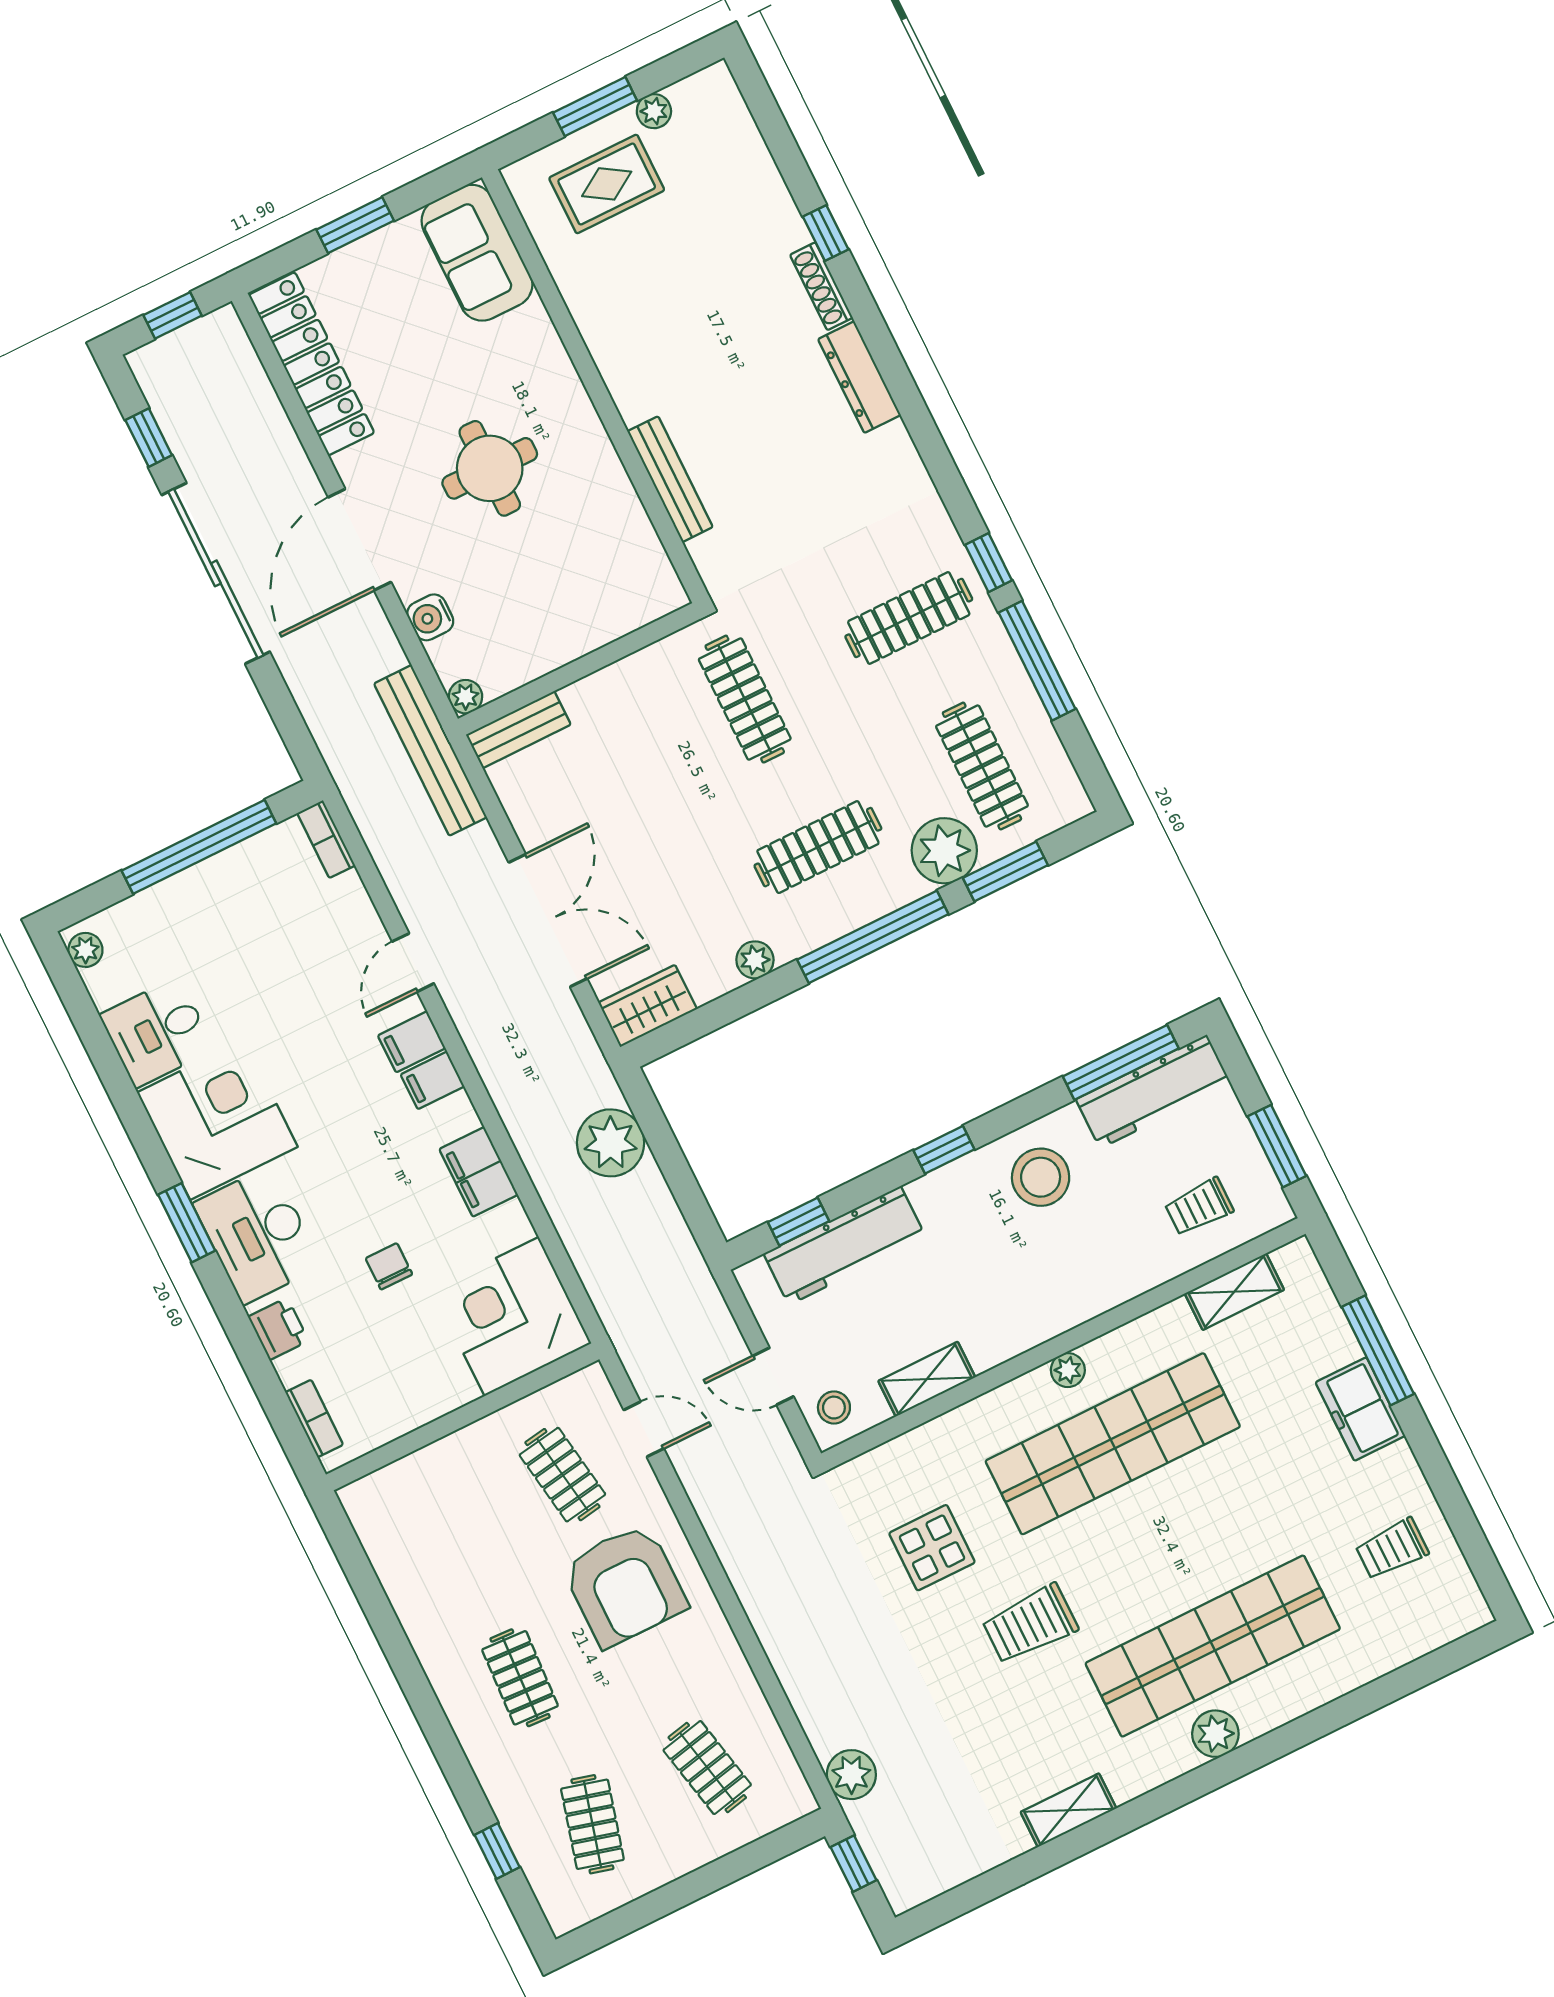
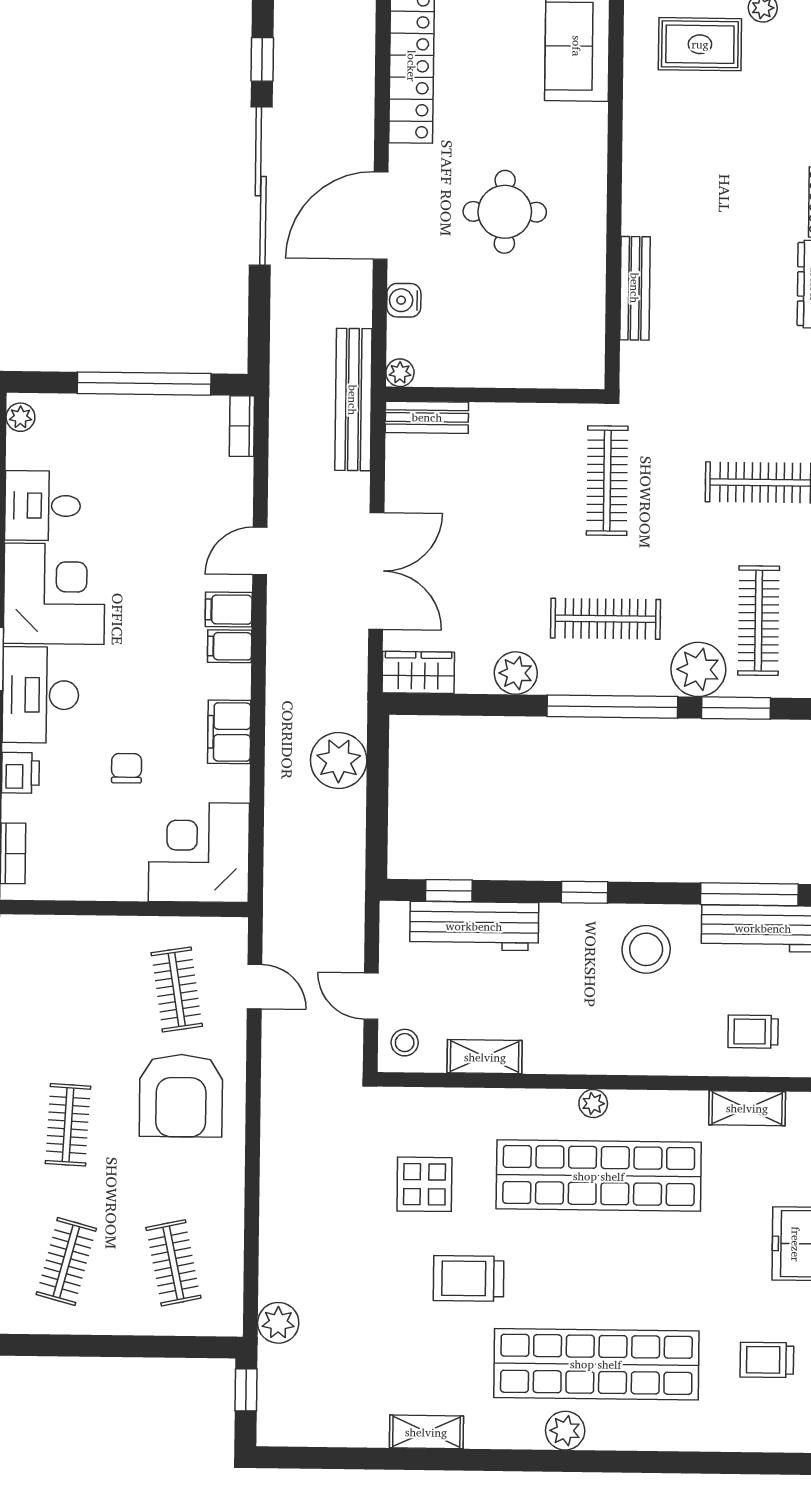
plant: (755, 960) -> (516, 673), width x1.38, depth x1.38

